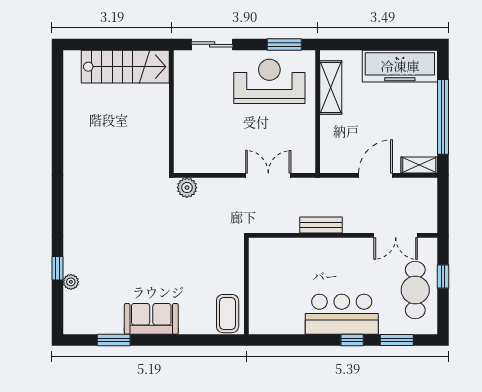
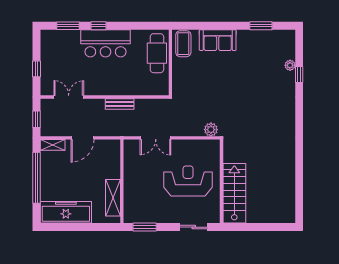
stairs: (125, 67) -> (234, 193), moved, turned 90
reception desk: (269, 81) -> (188, 181), moved, turned 180
window: (443, 203) -> (37, 119), added
cafe table: (415, 290) -> (157, 53), moved
sofa: (151, 319) -> (218, 40), moved

